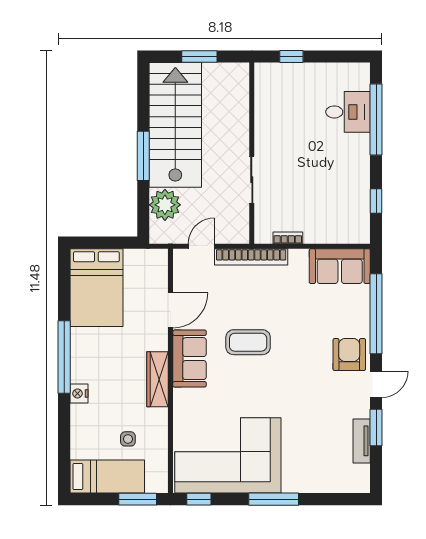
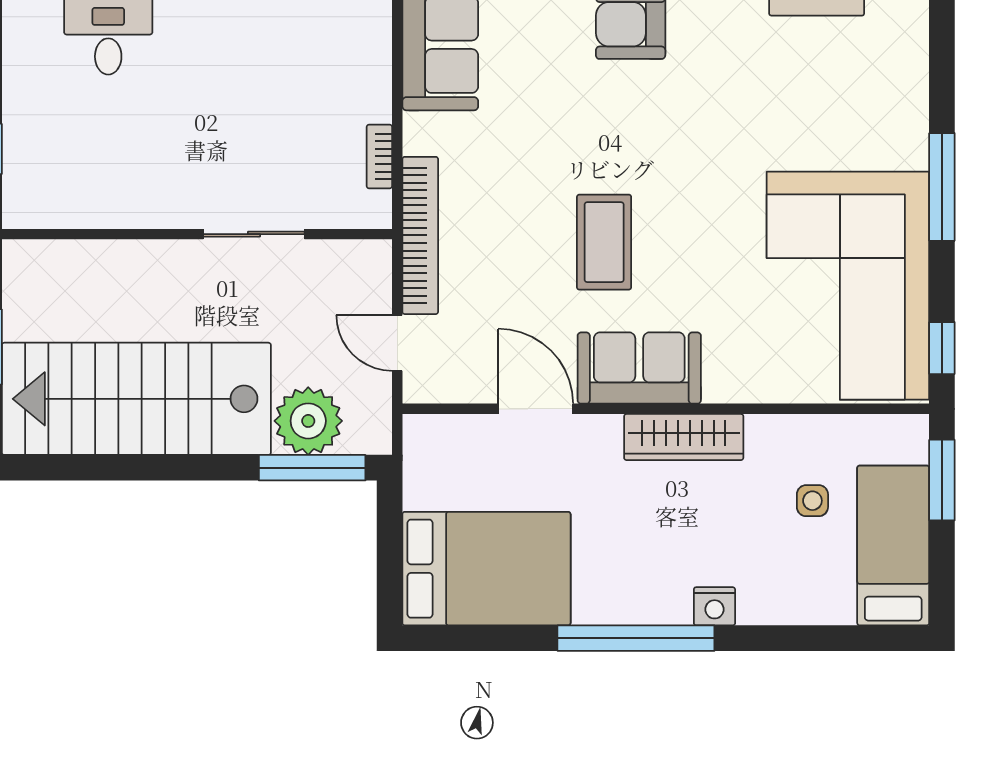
window: (143, 156) -> (312, 468), moved

